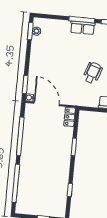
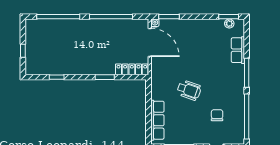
row of seats: (83, 28) -> (238, 50), moved
door: (47, 104) -> (150, 42), hinge flipped
locker: (70, 117) -> (132, 69), width x1.53

